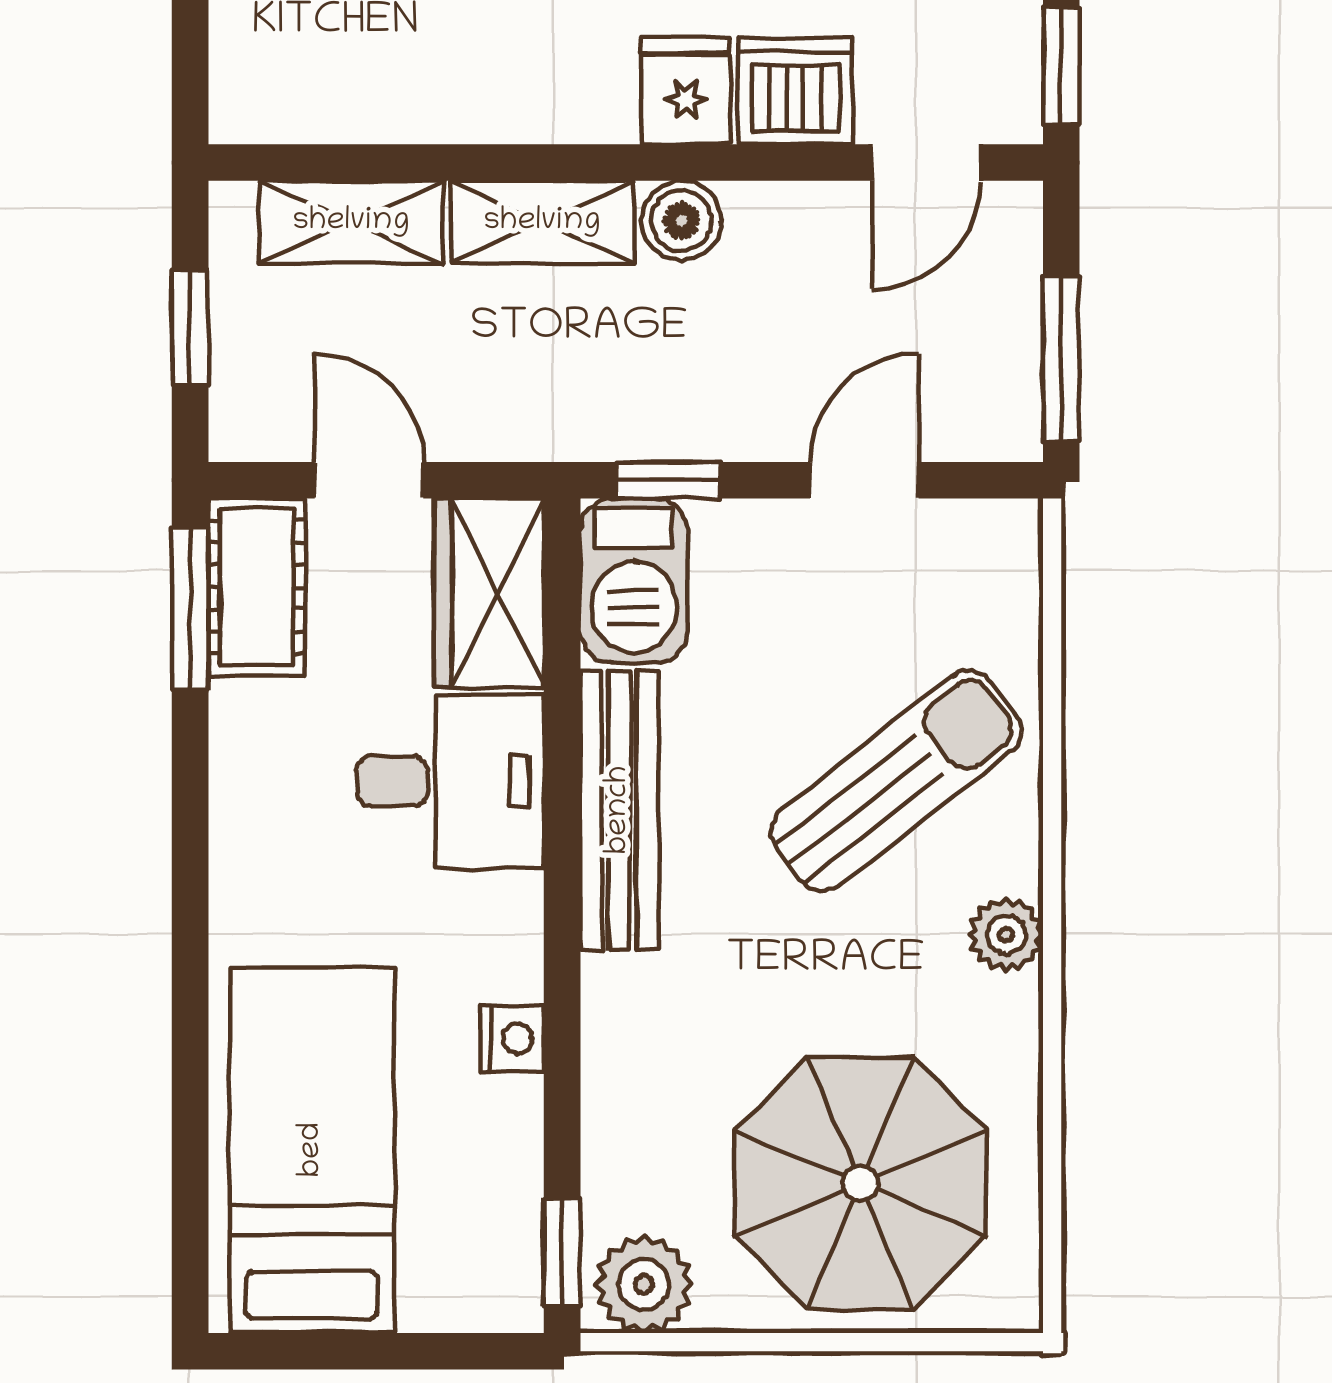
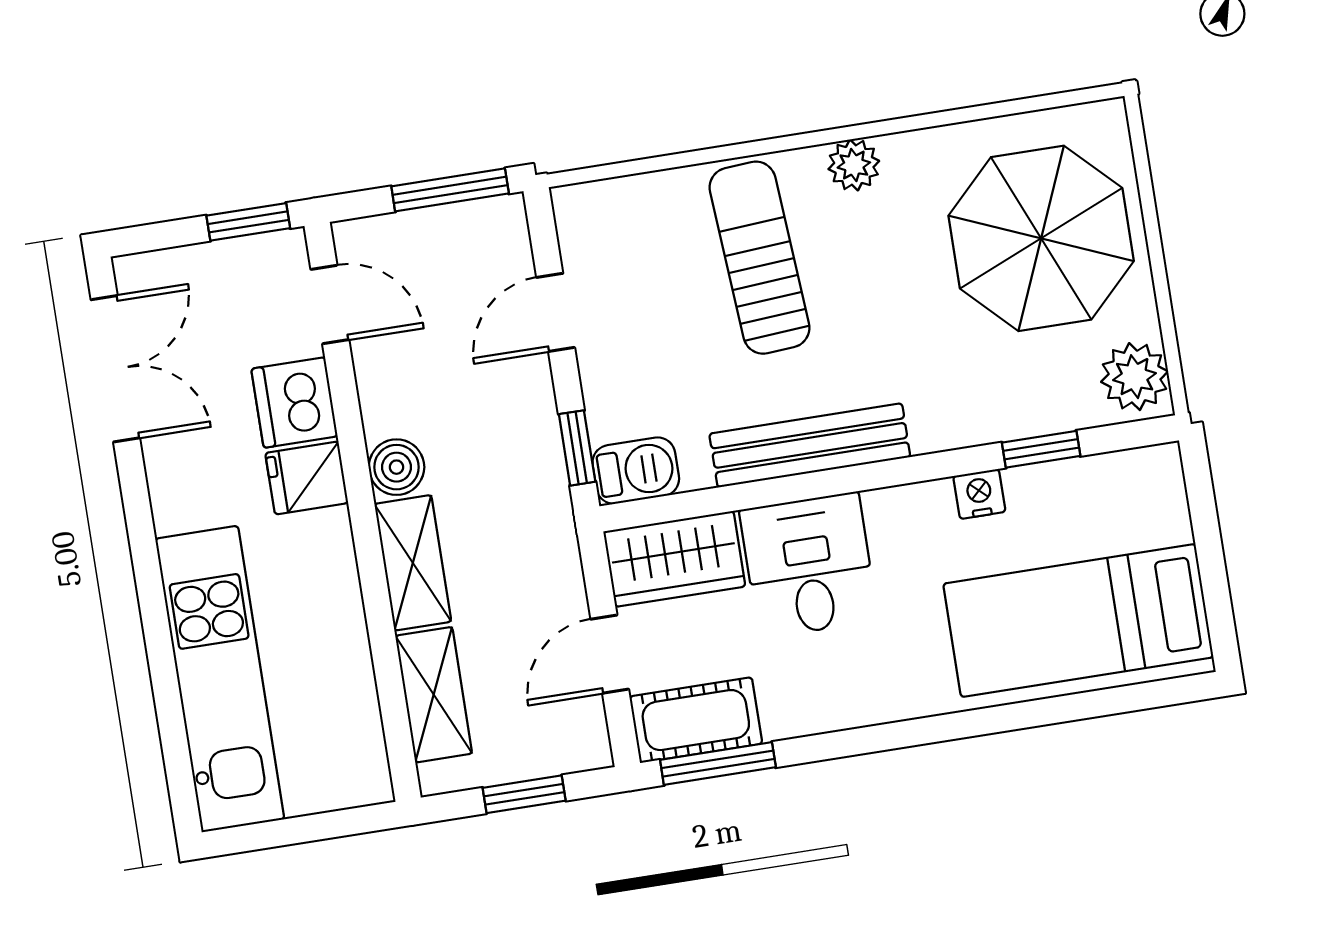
door: (864, 480) -> (556, 312), hinge flipped
barbecue: (634, 581) -> (636, 471), width x0.73, depth x0.79
sun lounger: (896, 781) -> (760, 258), turned 34
window: (562, 1252) -> (1041, 449), moved

